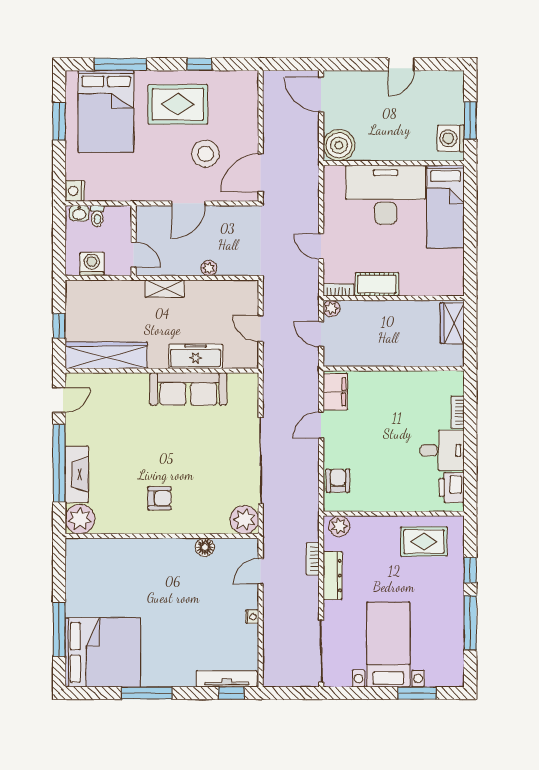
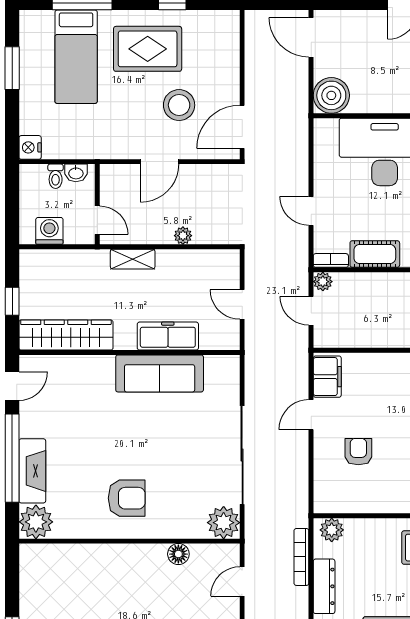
bed: (106, 111) -> (76, 57), width x0.67
washbasin: (79, 213) -> (76, 173), moved
armchair: (338, 481) -> (358, 452), moved
armchair: (159, 498) -> (127, 498), width x1.38, depth x1.38
bookcase: (313, 559) -> (301, 557), width x1.56

